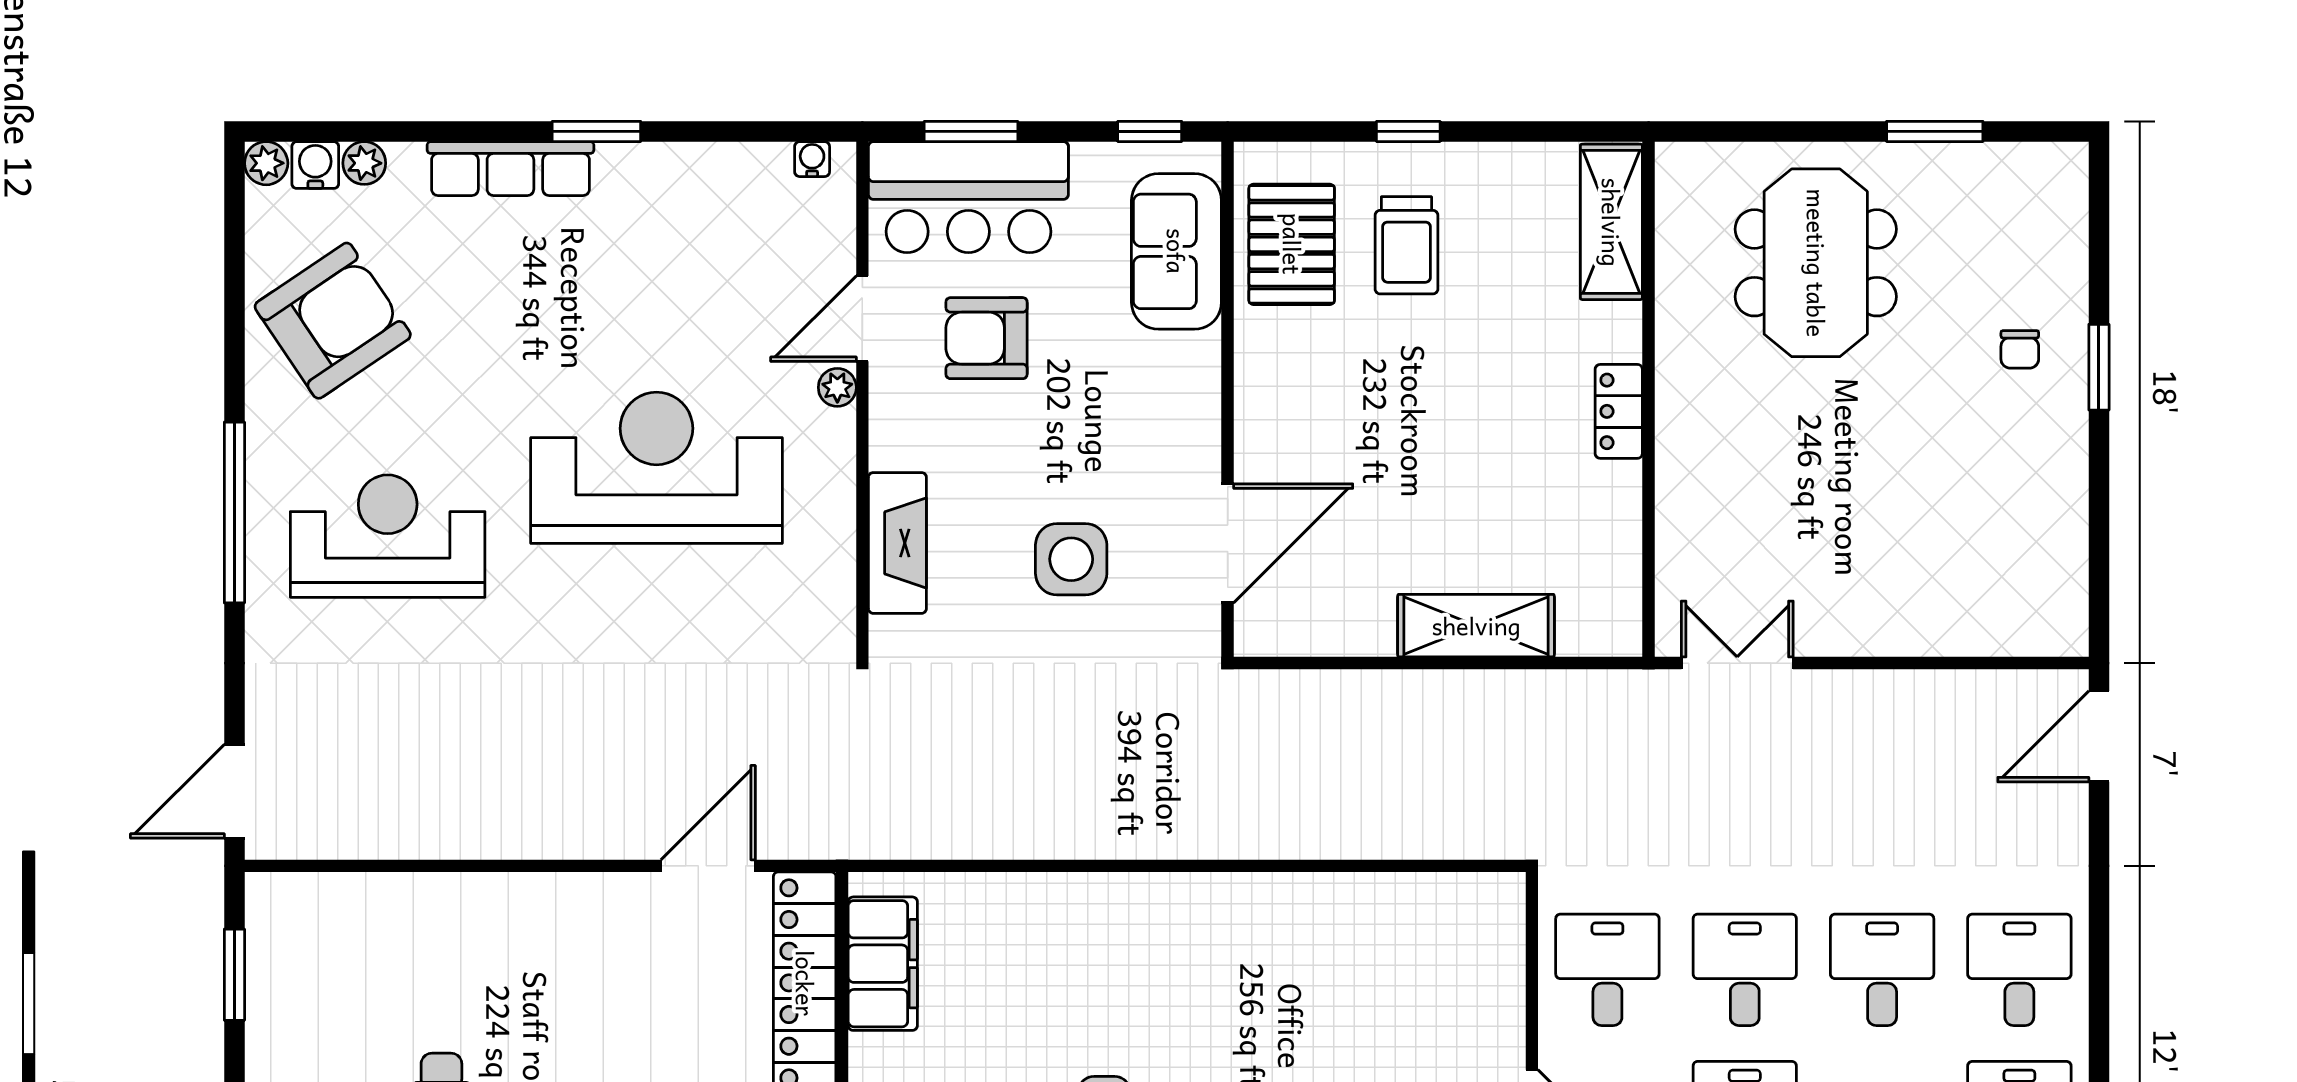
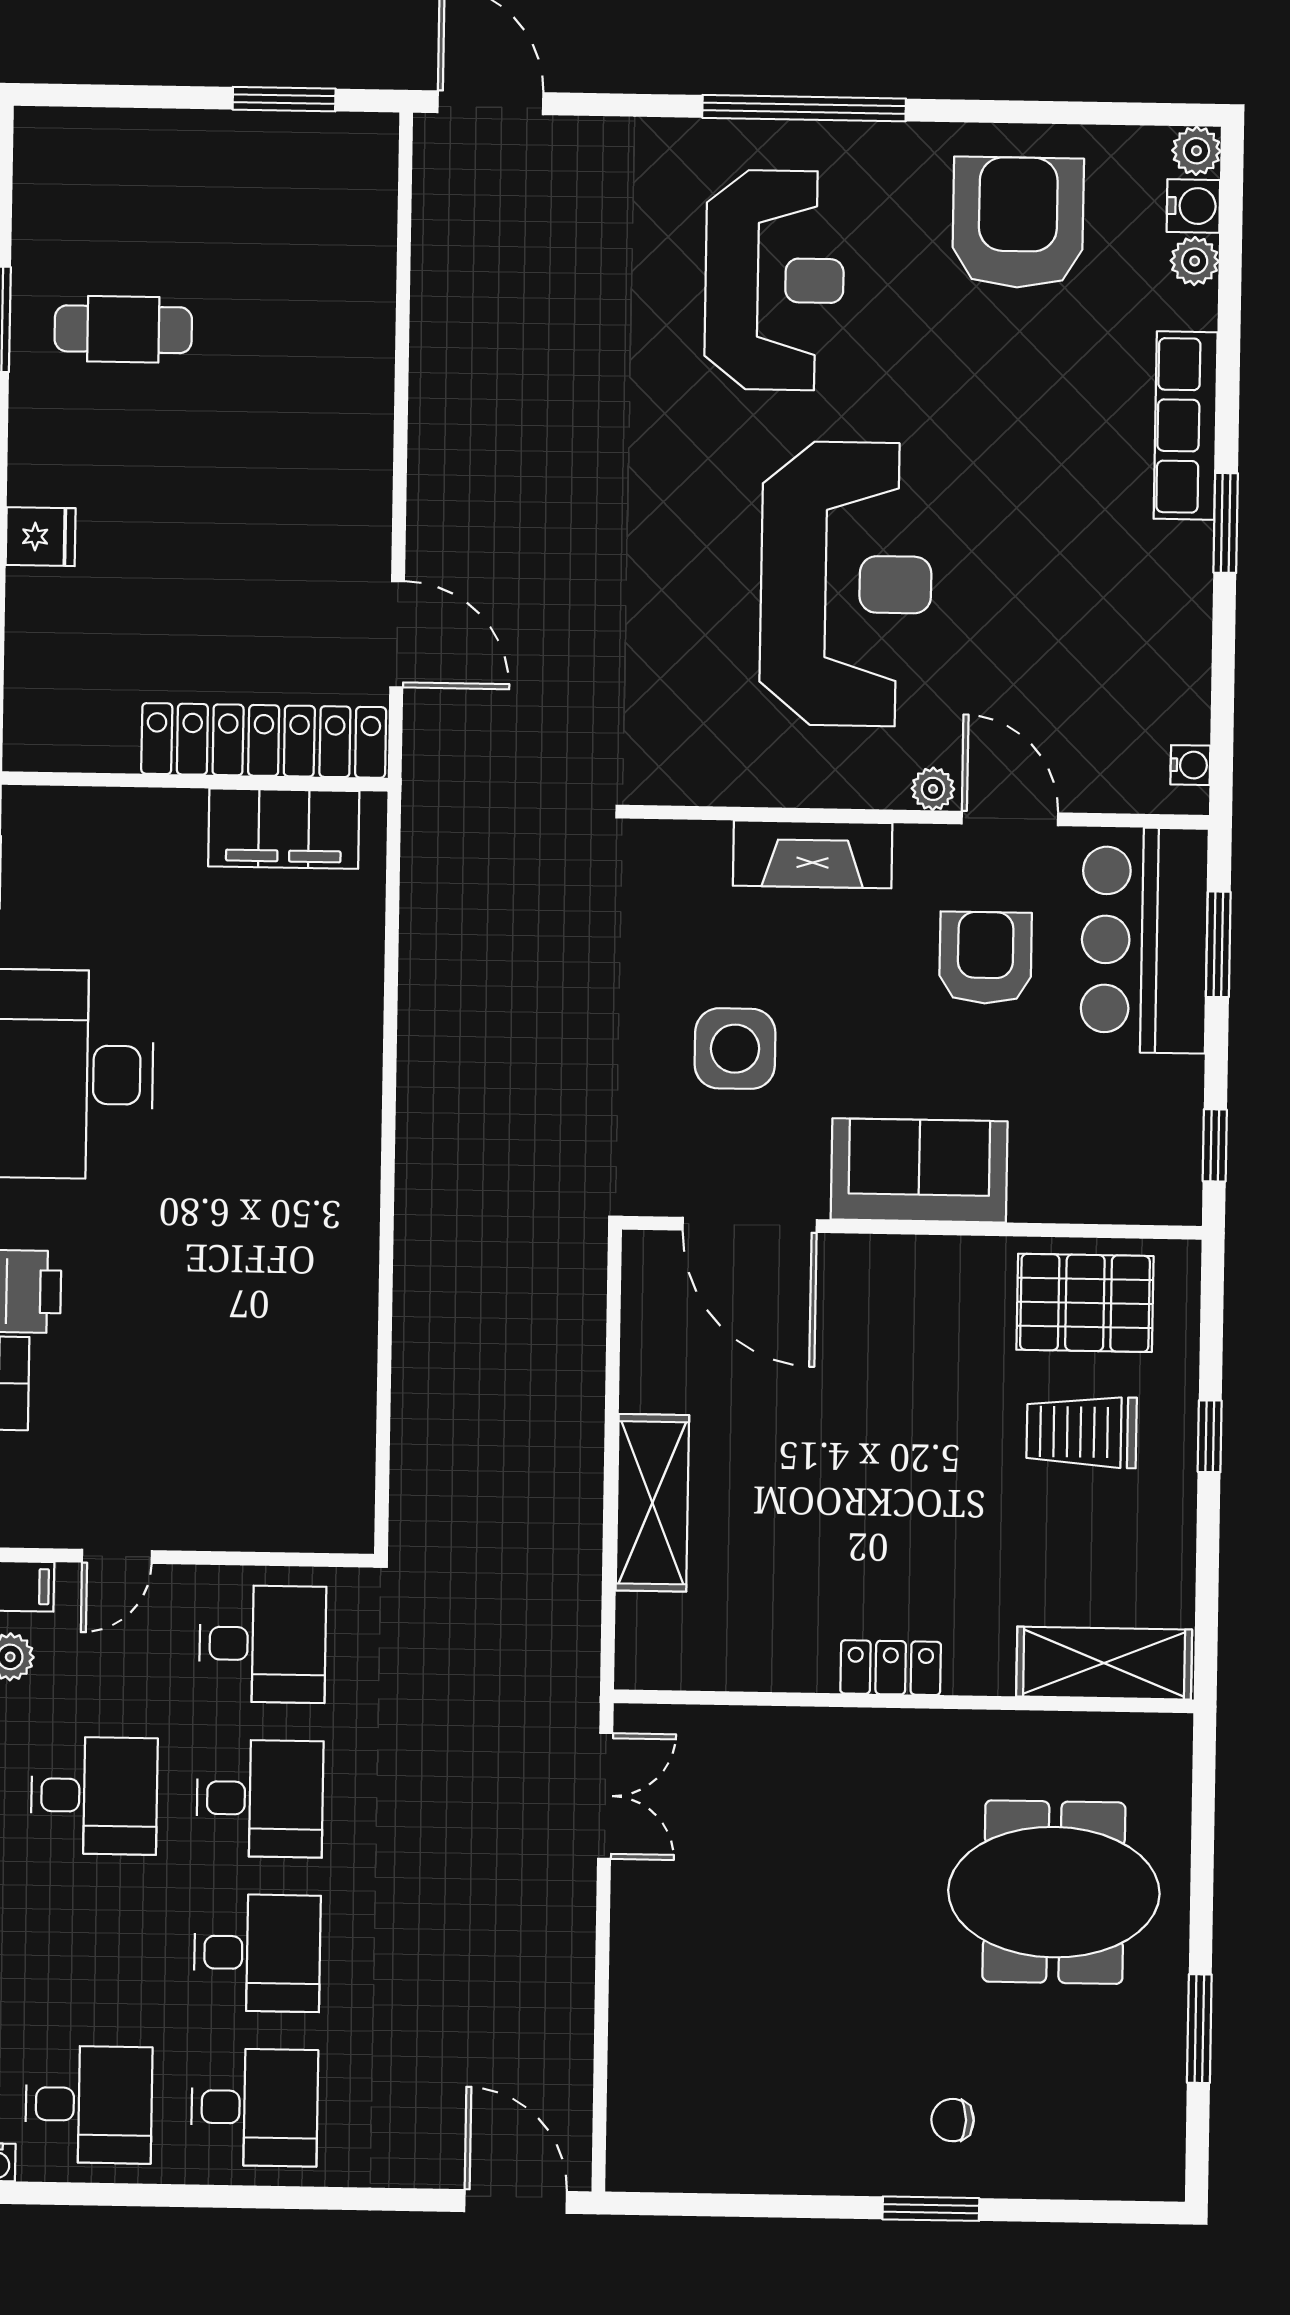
sofa: (1176, 251) -> (919, 1170), moved
armchair: (333, 321) -> (1018, 222), turned -146
fireplace: (897, 543) -> (813, 854), moved

